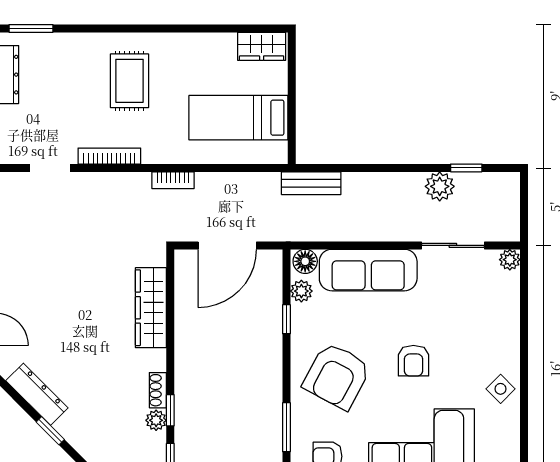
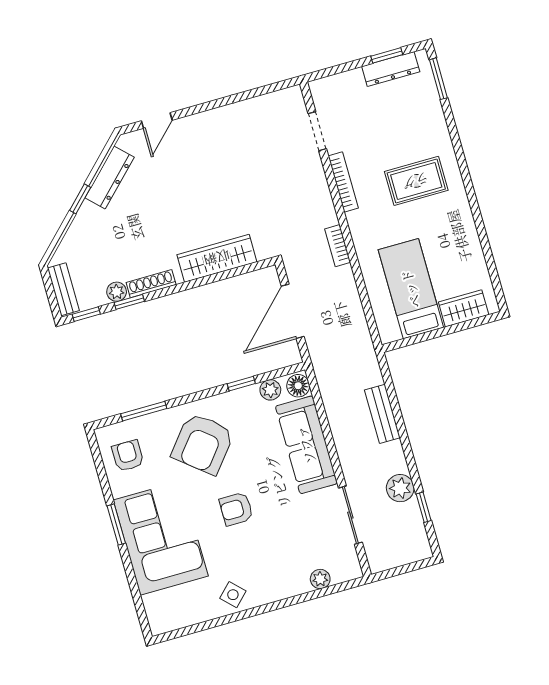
wardrobe: (262, 46) -> (464, 308), moved, turned 90
bench: (311, 183) -> (382, 414), moved
door: (227, 245) -> (293, 311), hinge flipped
plant: (510, 260) -> (320, 579), moved
armchair: (337, 376) -> (203, 444), turned -79
shoe rack: (158, 390) -> (151, 284), width x1.43

